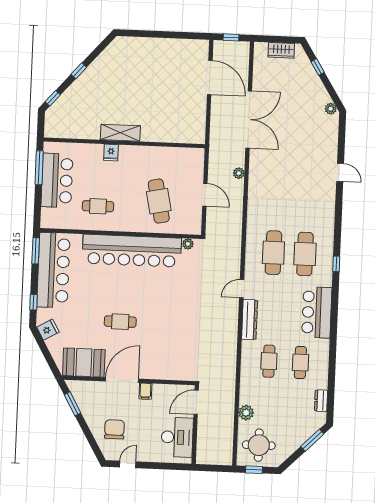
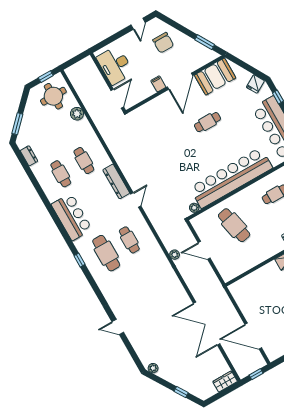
wardrobe: (281, 50) -> (225, 381), moved
plant: (239, 173) -> (175, 255), moved
cafe table: (273, 253) -> (129, 240), width x0.73, depth x0.74

